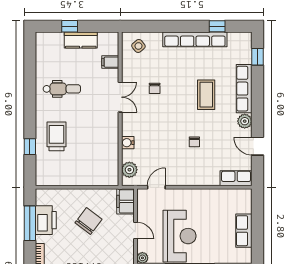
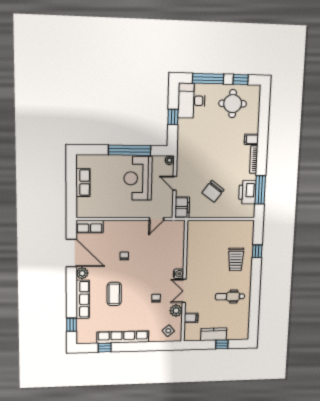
water cooler: (128, 143) -> (178, 274), moved
door: (258, 146) -> (71, 253), width x1.88
plant: (129, 170) -> (176, 311), moved

